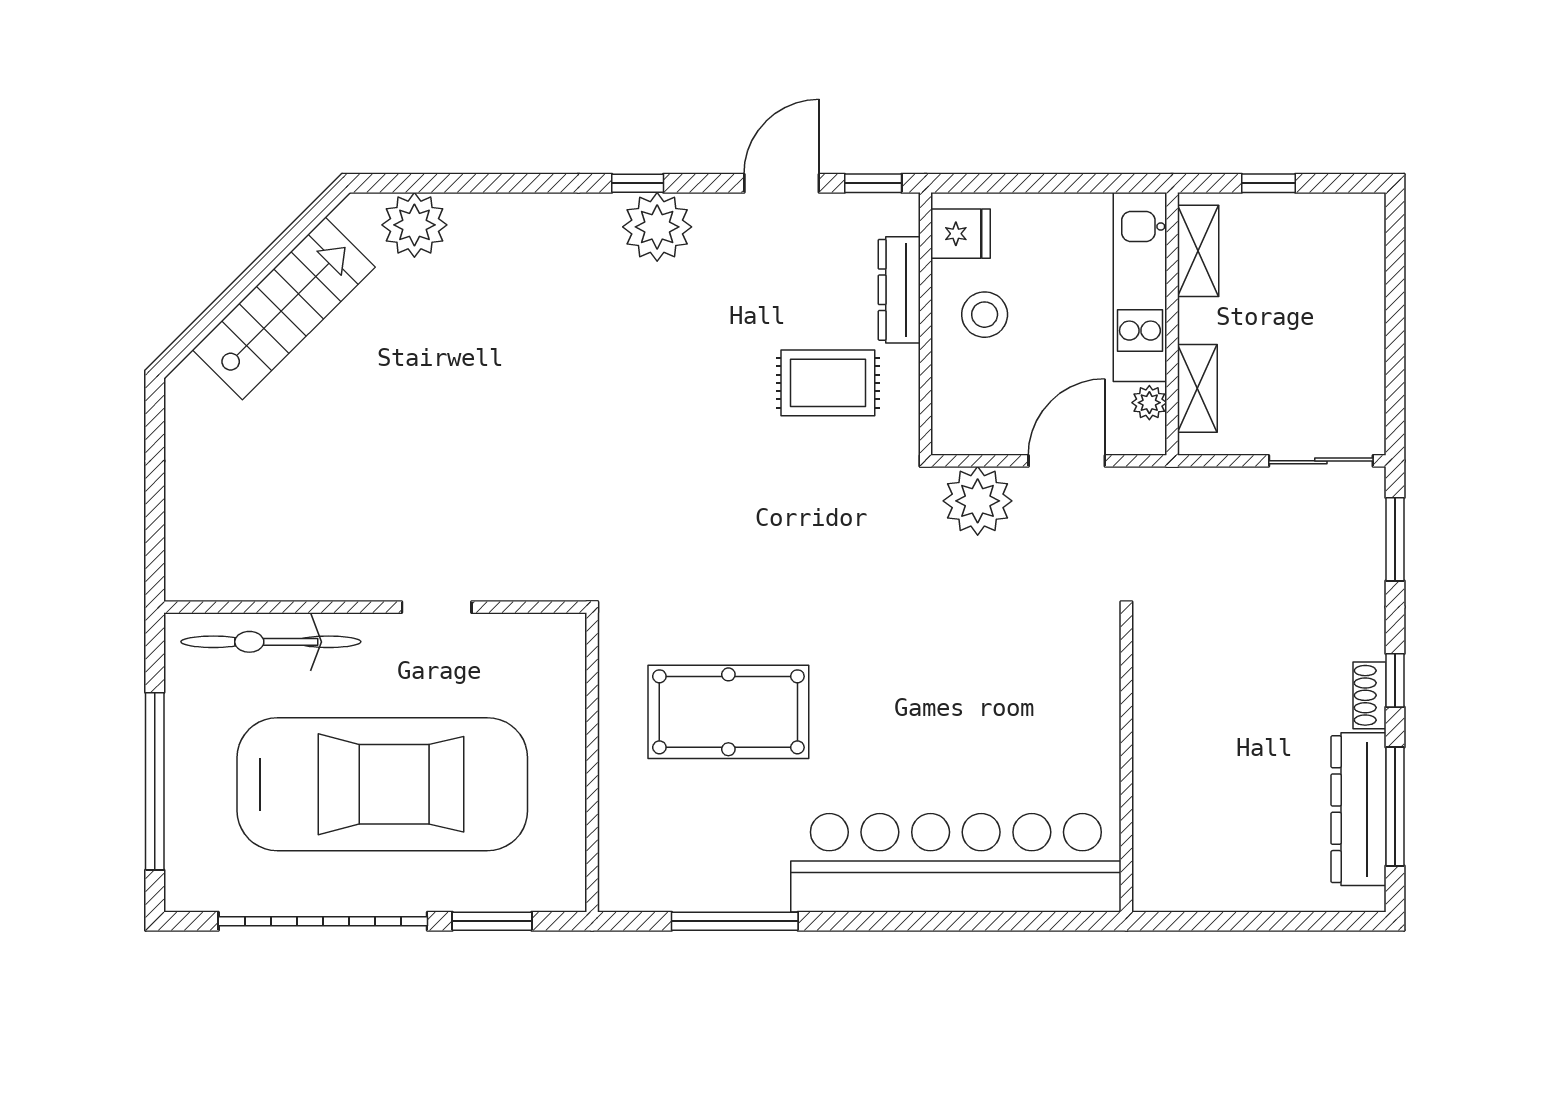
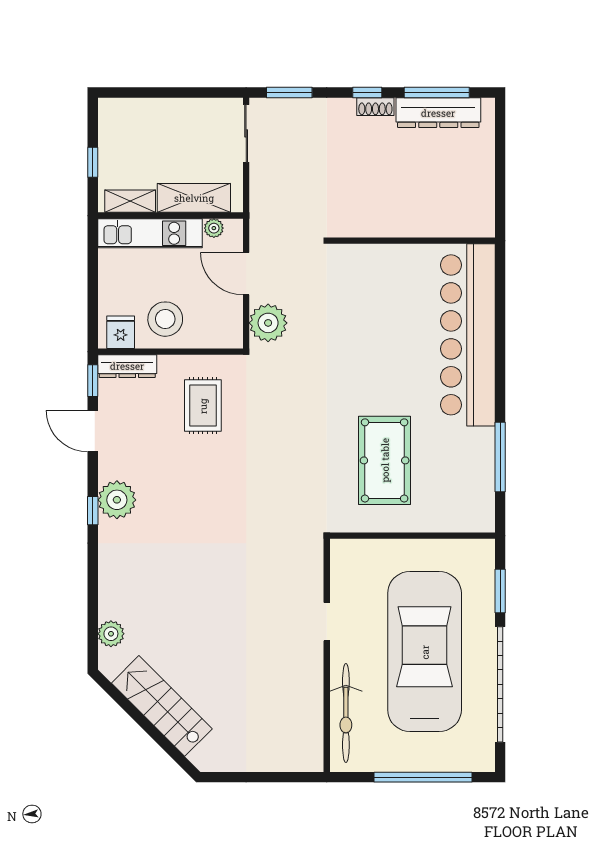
plant: (414, 225) -> (111, 634), width x0.73, depth x0.73
dresser: (899, 290) -> (127, 366), moved
stool: (985, 315) -> (165, 319), width x1.38, depth x1.38
shelving: (1197, 388) -> (194, 198), width x1.50, depth x1.33

